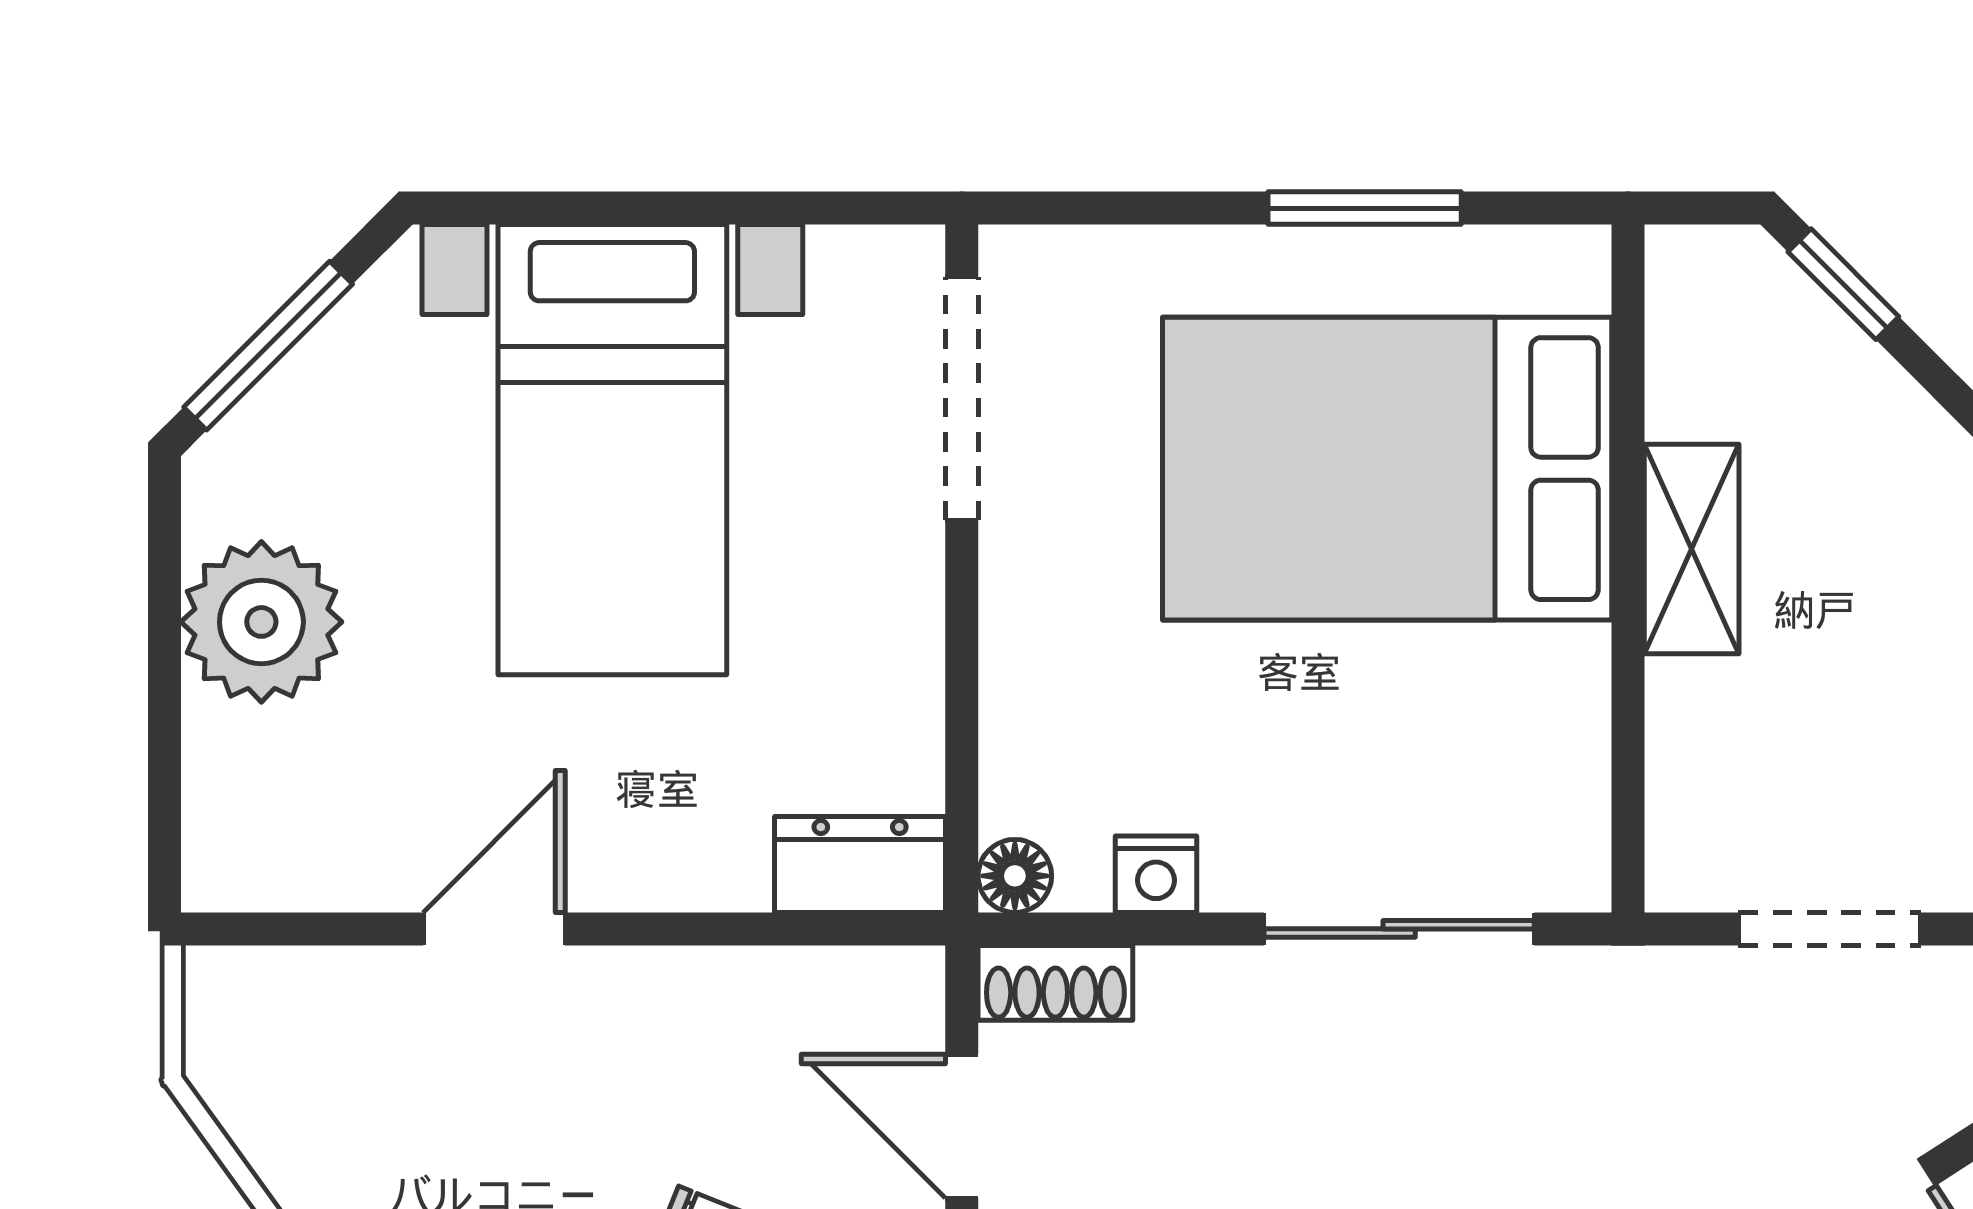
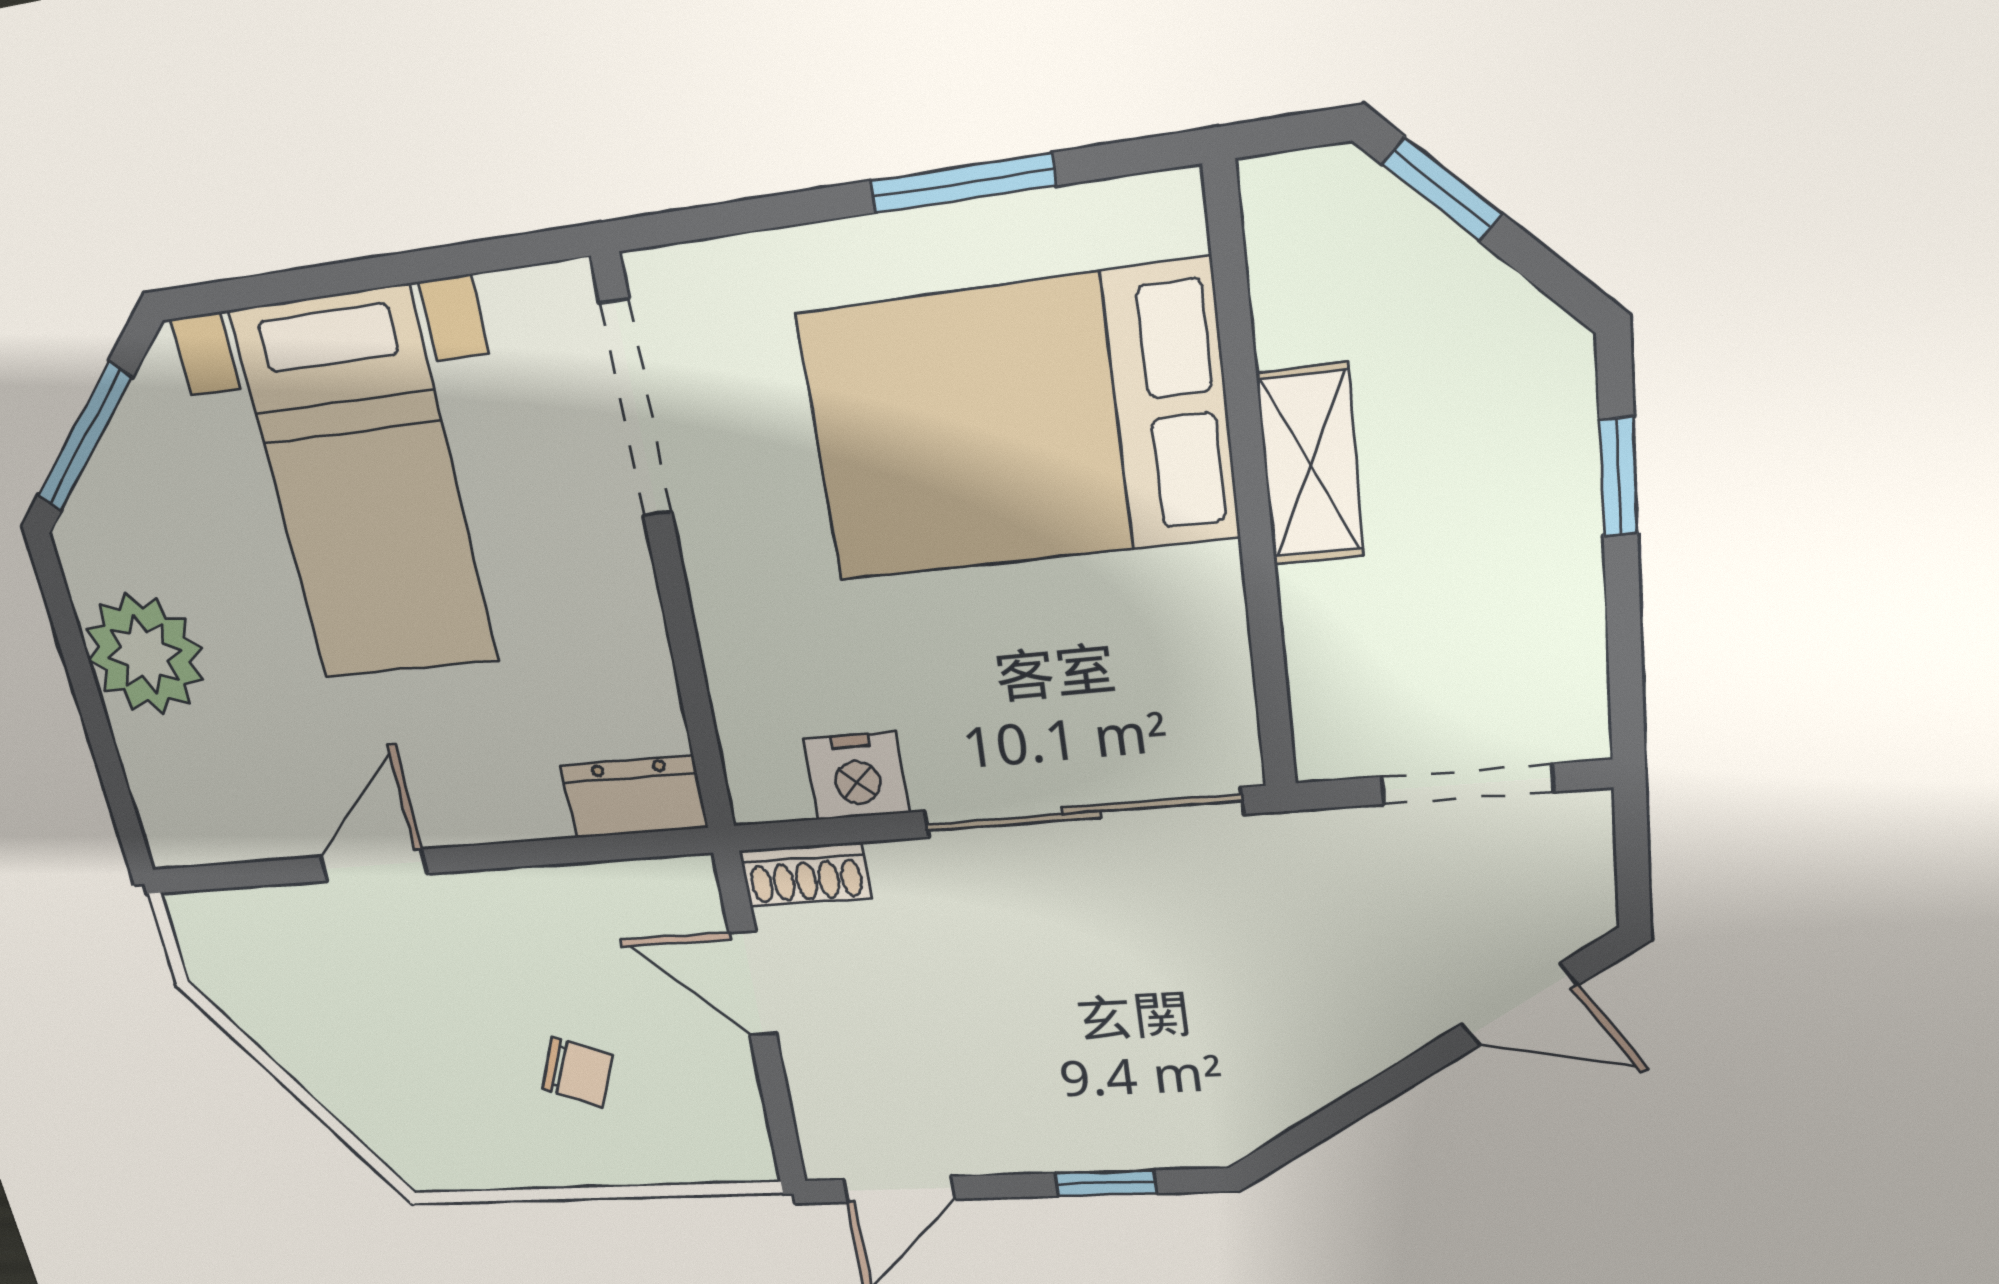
nightstand: (1156, 874) -> (856, 776), width x1.39, depth x1.35
floor lamp: (1015, 876) -> (757, 796), removed
sliding door: (1399, 929) -> (1081, 813), width x1.37

